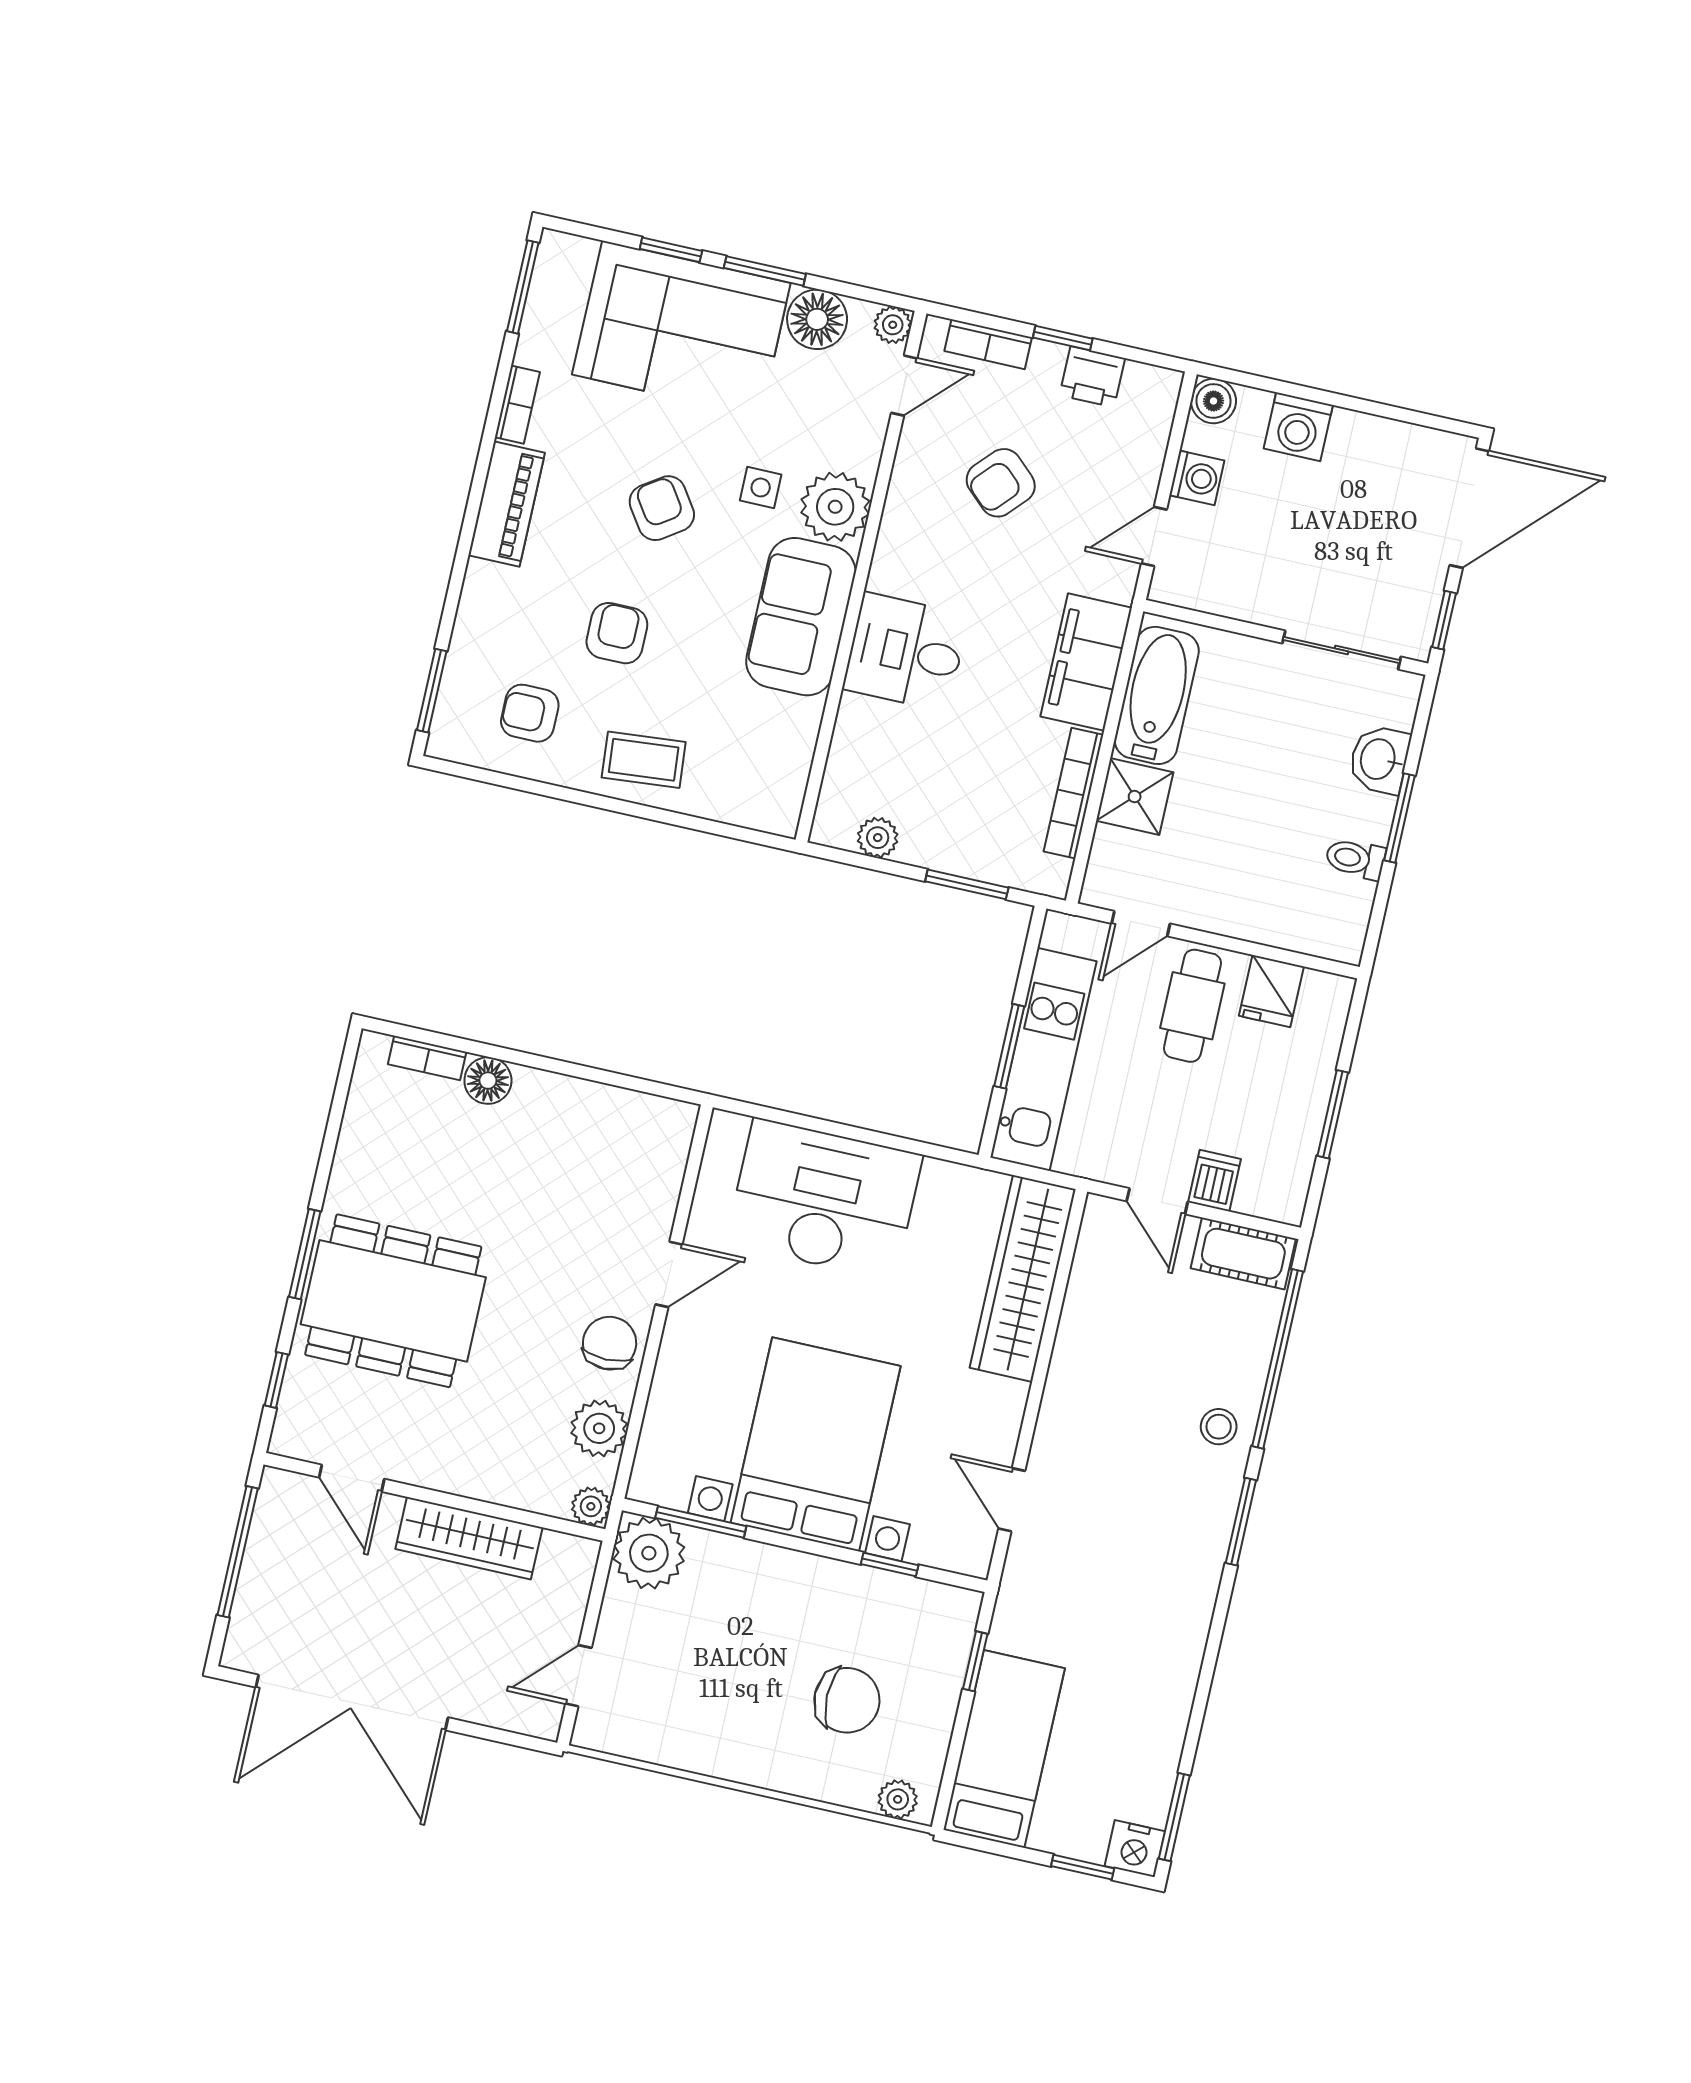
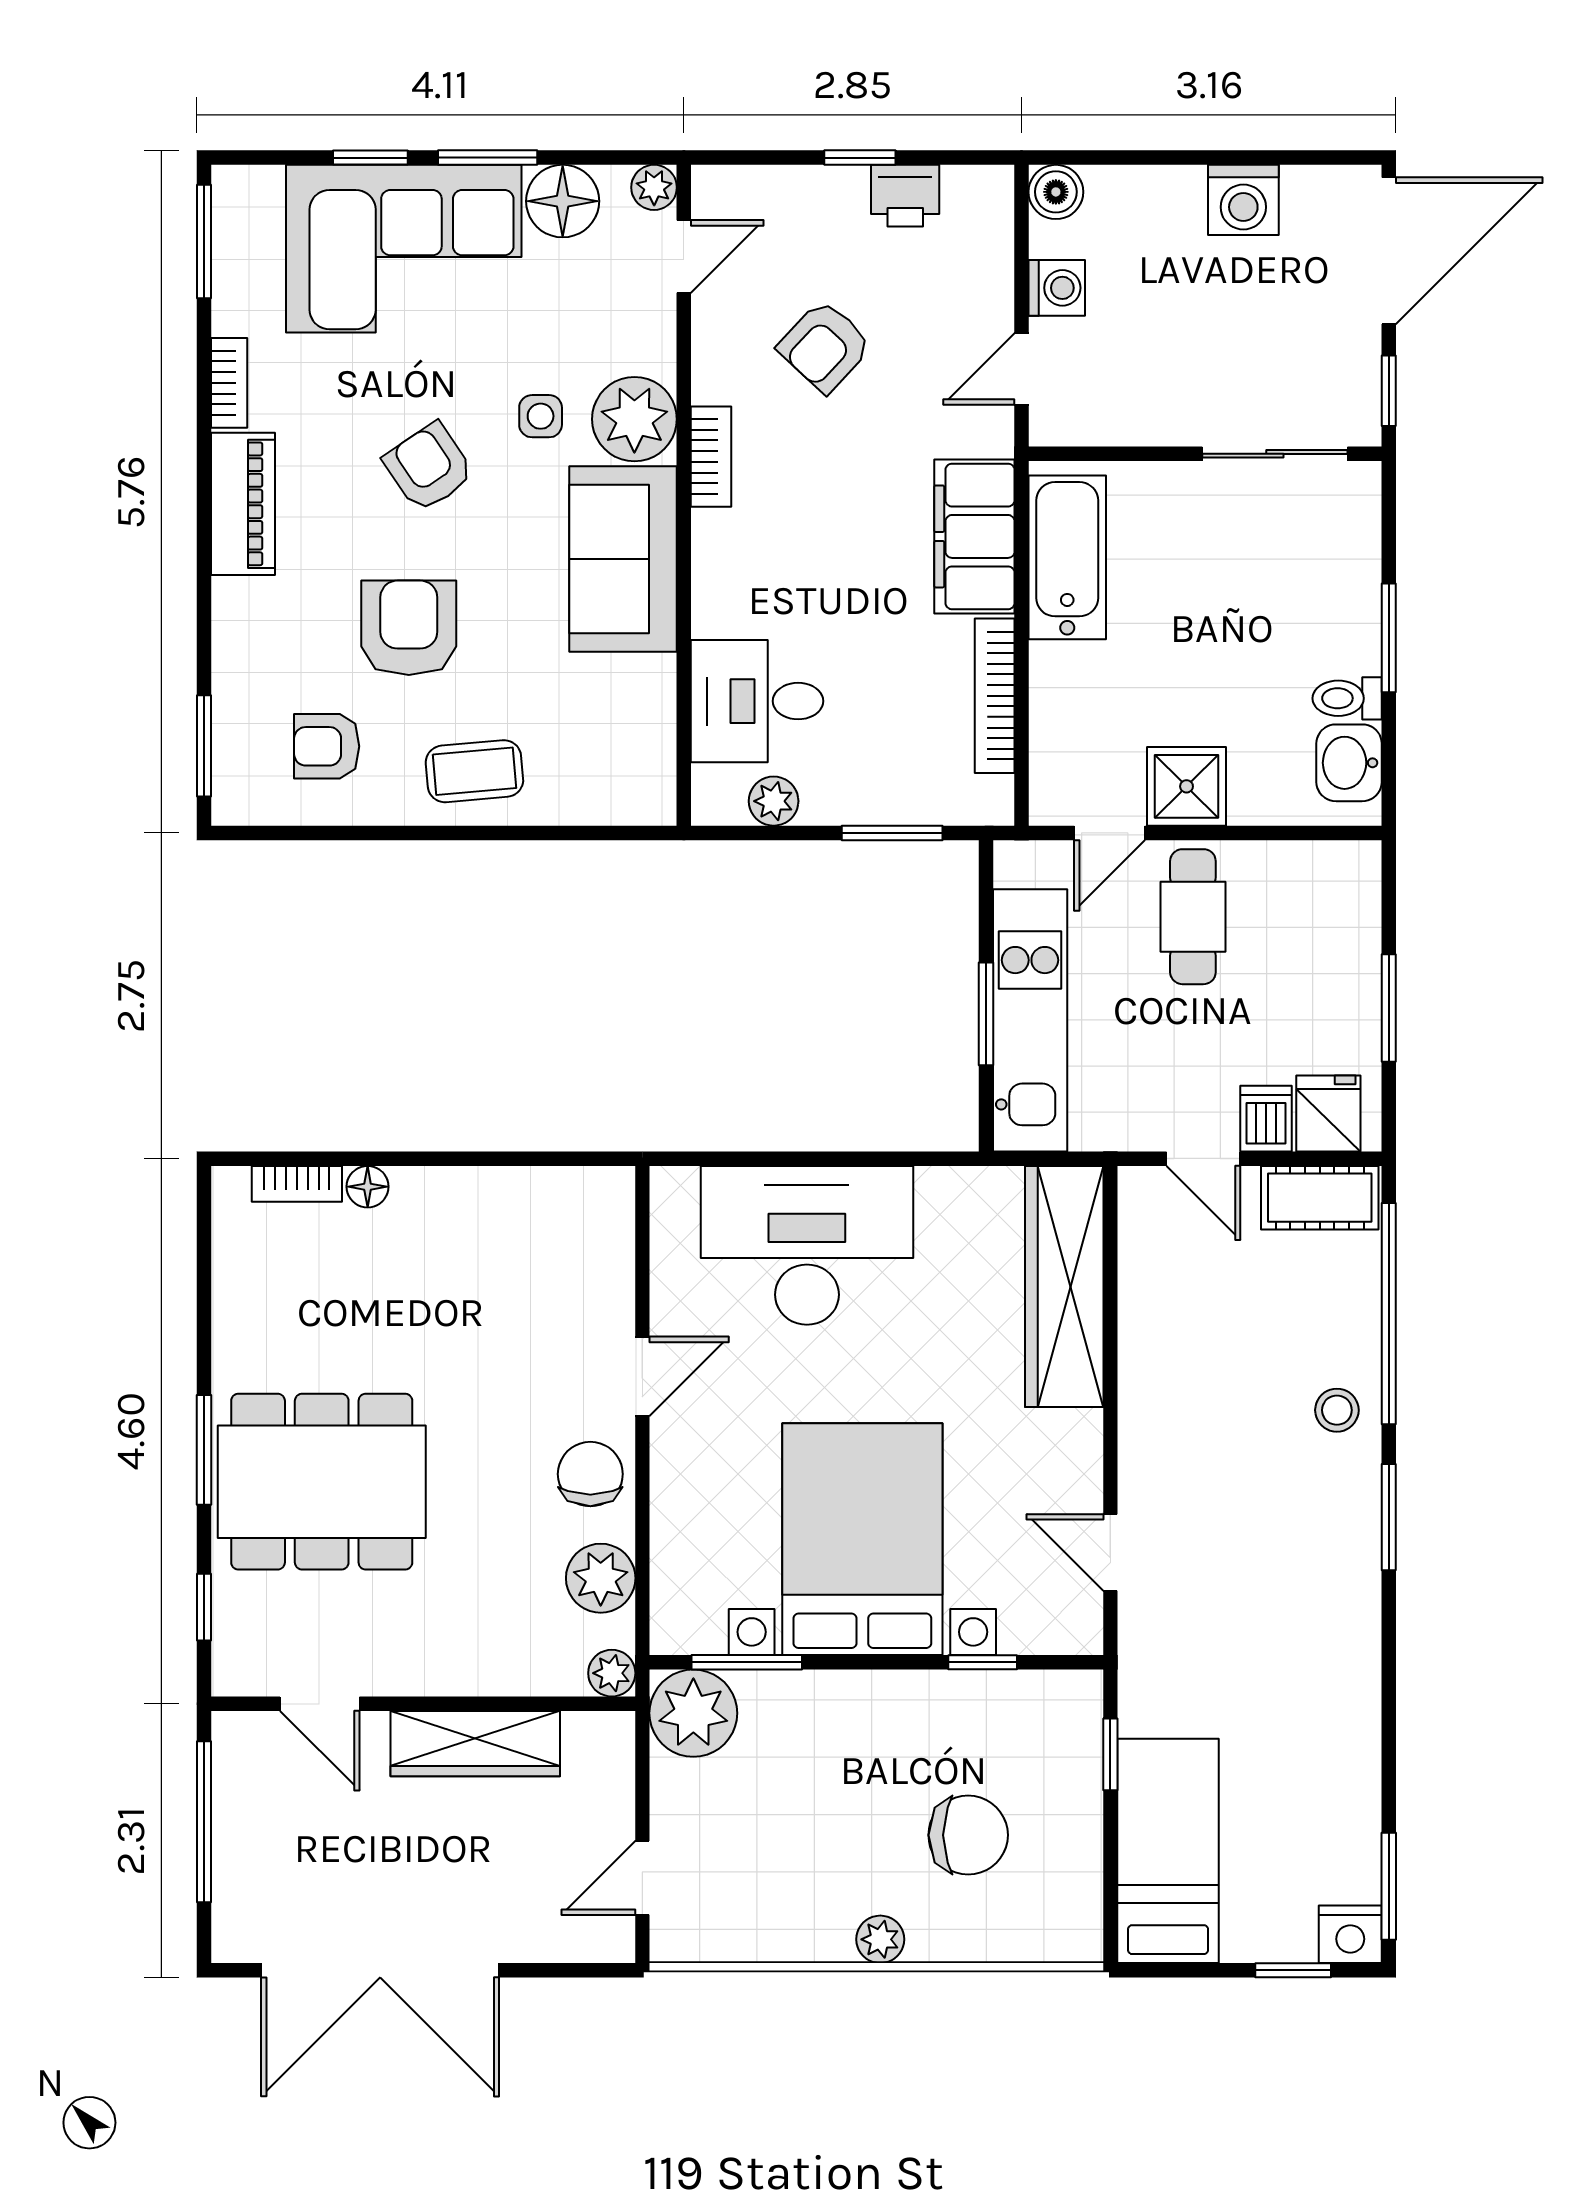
bookcase: (988, 344) -> (711, 457), moved, turned -90
washing machine: (1298, 427) -> (1243, 200), moved
armchair: (617, 633) -> (409, 628), width x1.38, depth x1.38
desk: (906, 652) -> (757, 701), moved
washbasin: (1379, 759) -> (1349, 763), moved
shower: (1135, 797) -> (1187, 786), moved
fridge: (1271, 991) -> (1328, 1113), moved, turned 180
floor lamp: (488, 1081) -> (368, 1187), width x0.73, depth x0.73
plant: (898, 1799) -> (880, 1939), moved

